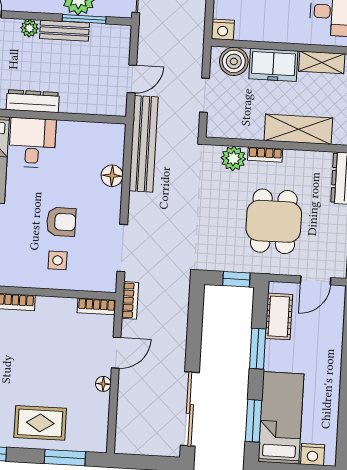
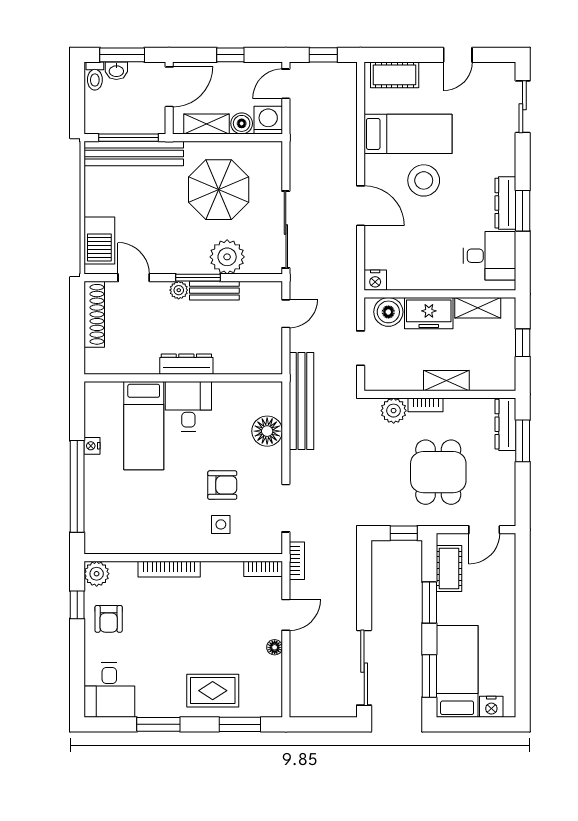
window: (84, 19) -> (198, 278), moved
door: (132, 79) -> (286, 314), moved
shelving: (298, 129) -> (446, 381), width x0.67, depth x0.75
floor lamp: (112, 176) -> (267, 431), width x1.38, depth x1.38

